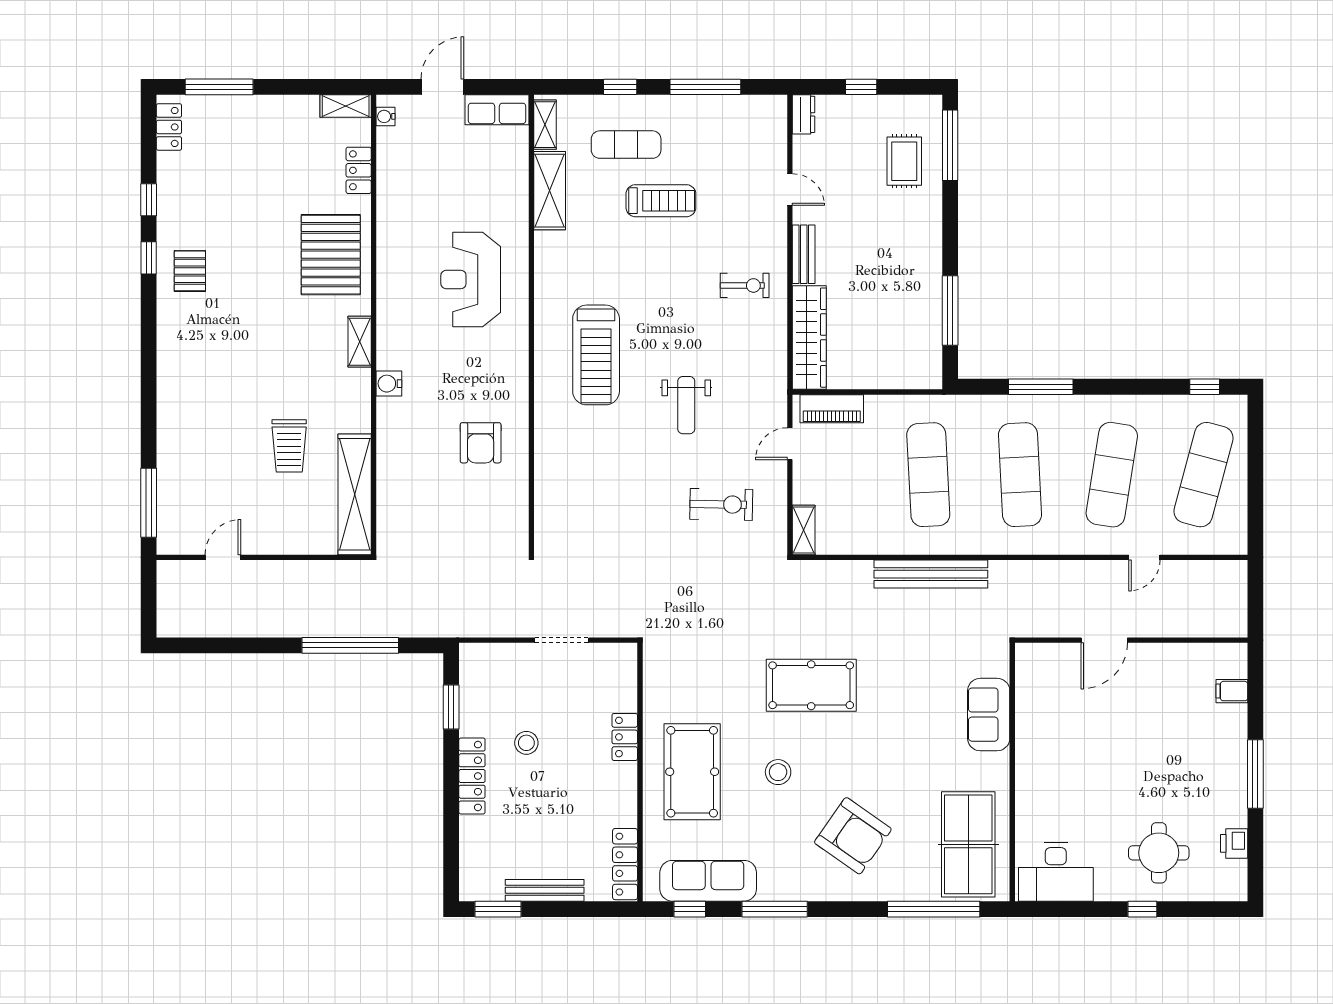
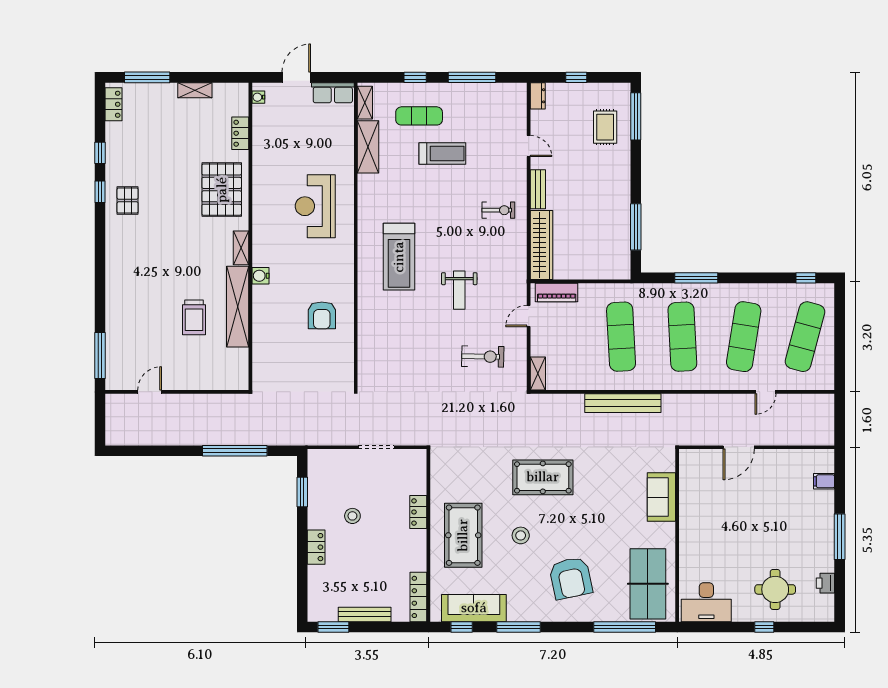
shelving: (346, 106) -> (195, 90), moved
shelving: (355, 494) -> (238, 307), moved
locker: (472, 776) -> (316, 547), width x0.66
armchair: (853, 836) -> (571, 578), turned 43

